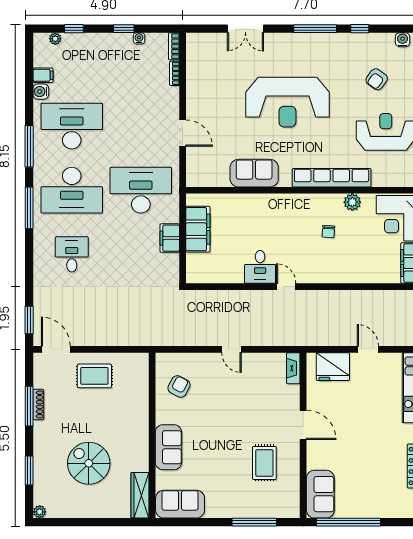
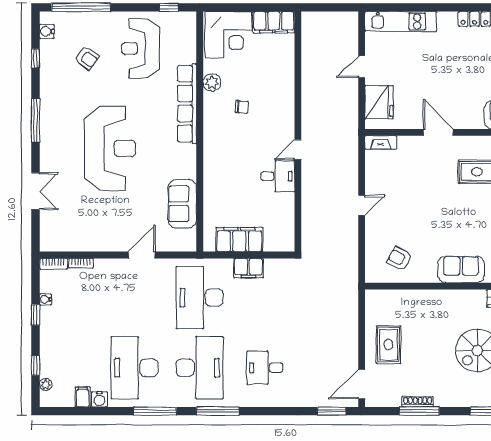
window: (360, 29) -> (35, 58), moved
sofa: (254, 173) -> (182, 204), moved
door: (303, 425) -> (438, 132), hinge flipped

